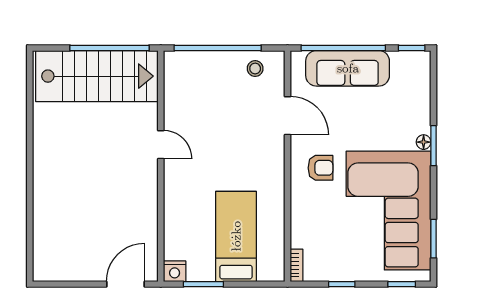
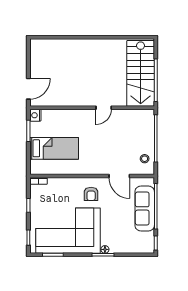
door: (287, 116) -> (119, 176), hinge flipped
door: (125, 284) -> (28, 89), hinge flipped

